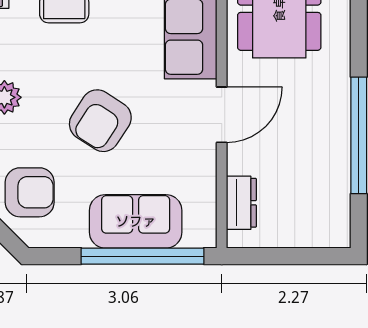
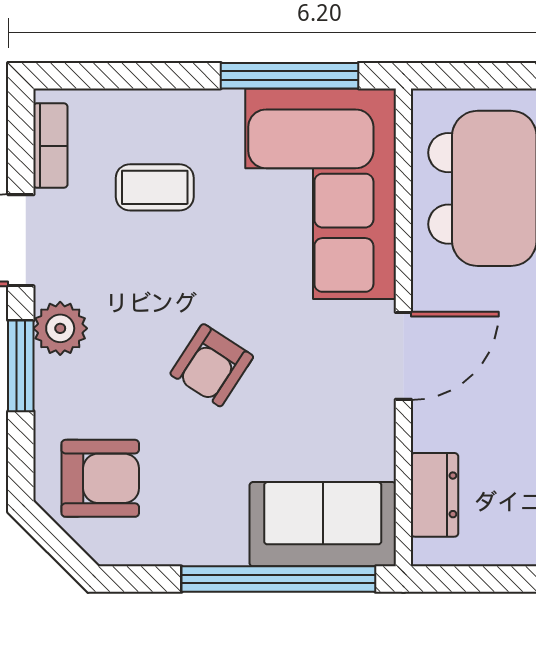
armchair: (100, 121) -> (212, 365), width x0.72, depth x0.72
sofa: (136, 221) -> (323, 524), moved

